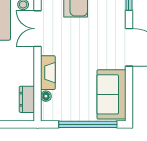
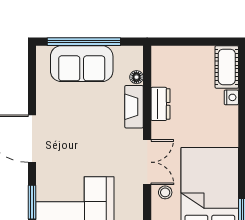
sofa: (111, 94) -> (82, 64), moved, turned 90
dresser: (27, 99) -> (160, 104), moved

